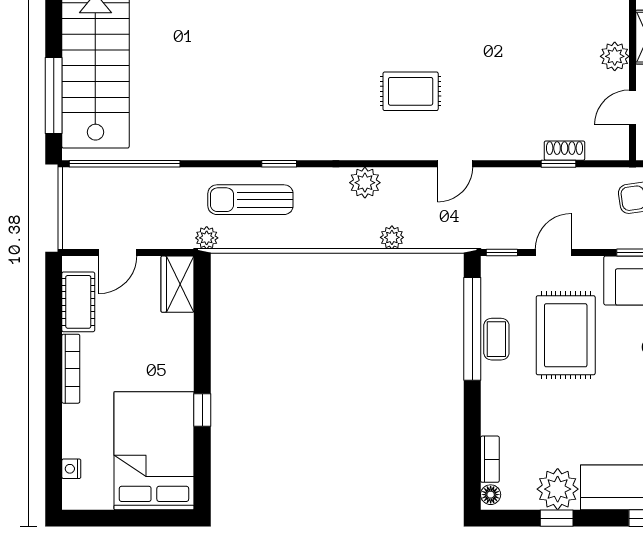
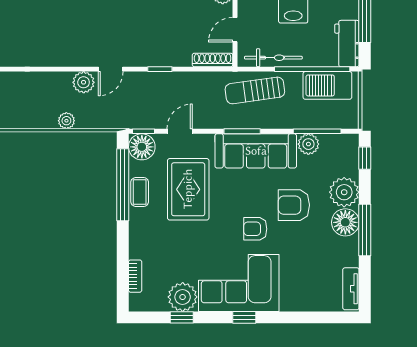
rug: (411, 91) -> (80, 18), removed
shoe rack: (565, 151) -> (213, 60), moved, width x1.43
window: (559, 164) -> (160, 69), moved
plant: (365, 183) -> (84, 82), moved
floor lamp: (491, 495) -> (142, 147), moved, width x1.89, depth x1.89

